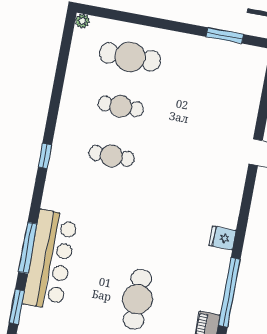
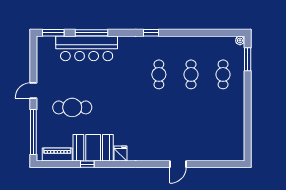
window: (225, 35) -> (248, 59), moved
cafe table: (130, 57) -> (223, 74), width x0.73, depth x0.74
booth: (206, 279) -> (93, 148), added
window: (229, 292) -> (87, 164), width x0.32

